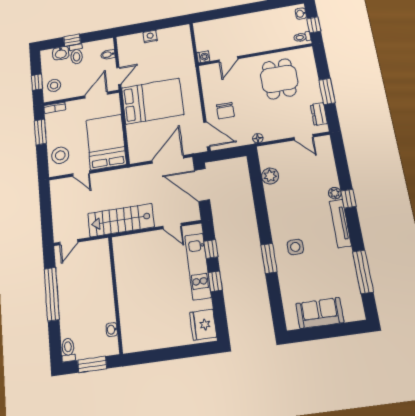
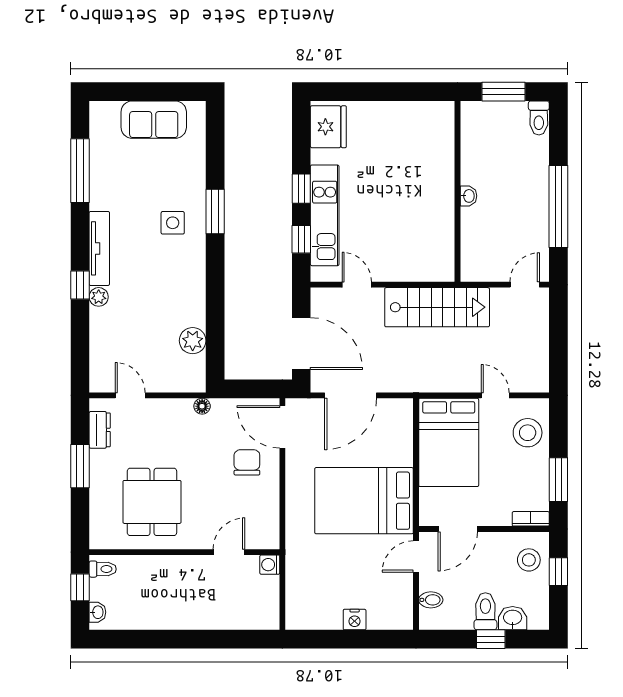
washbasin: (112, 330) -> (468, 196), moved

